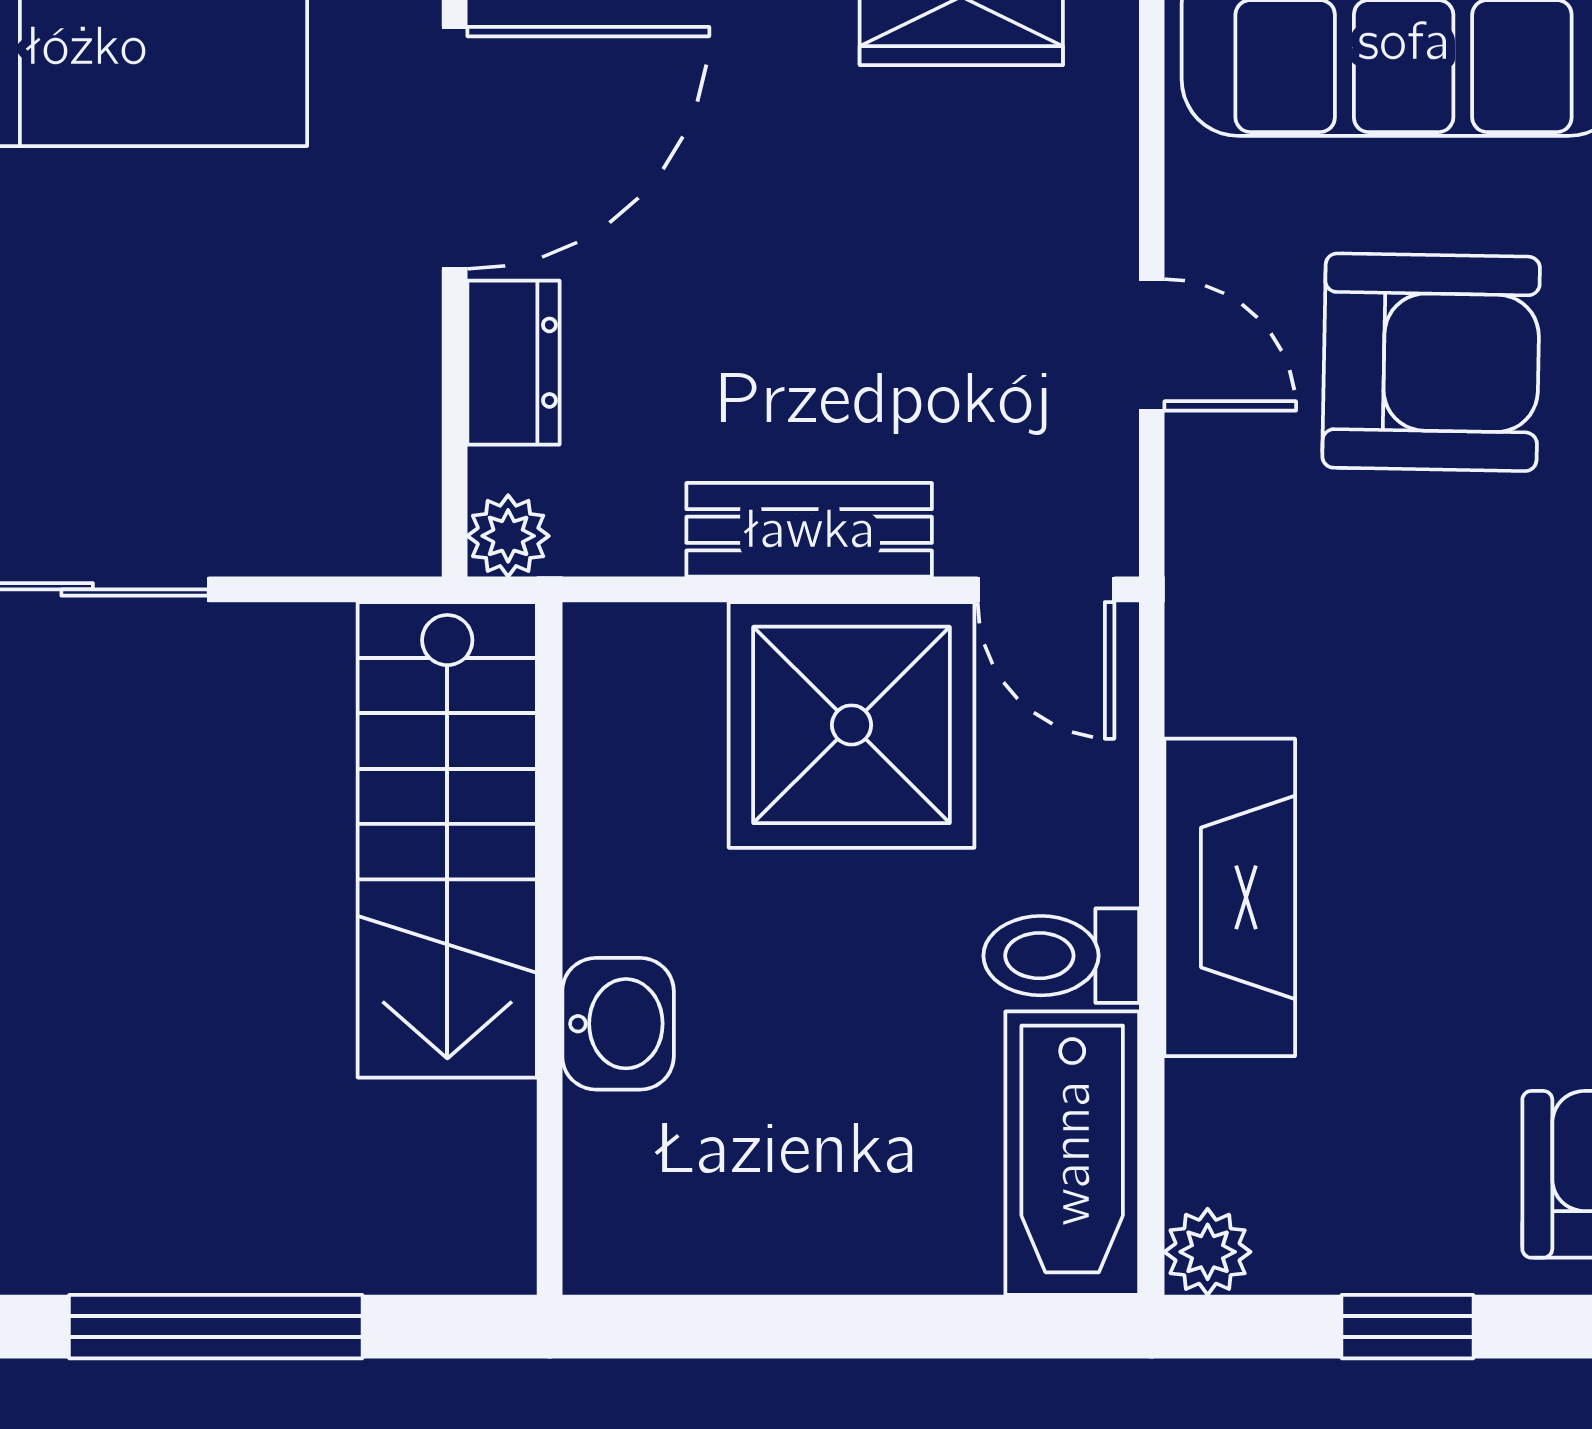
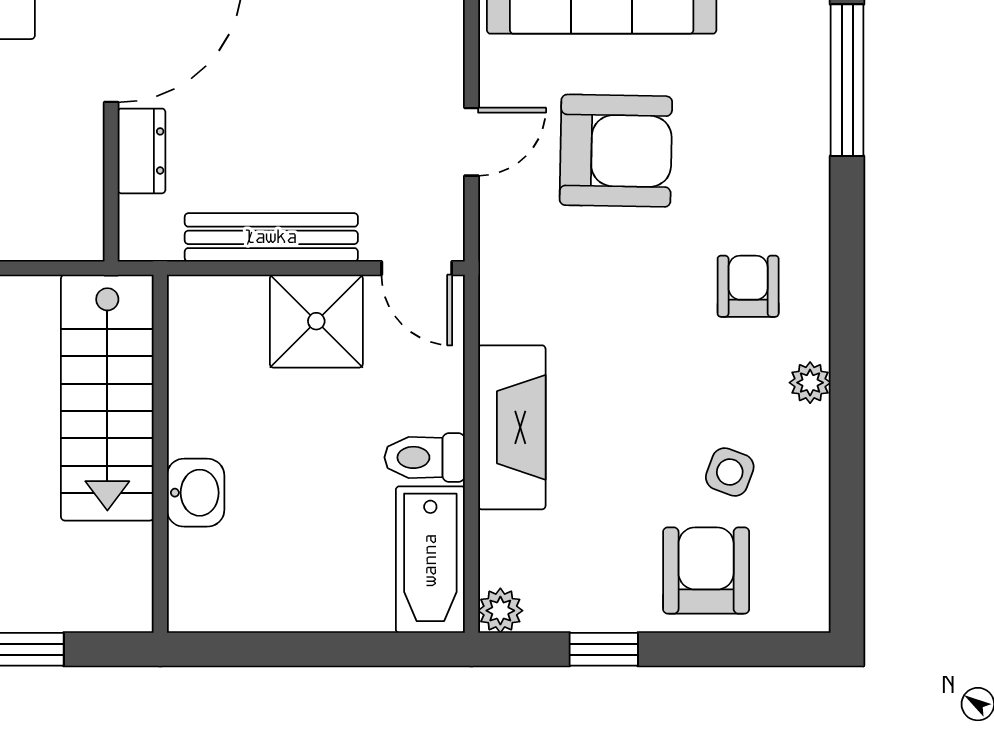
door: (1152, 345) -> (471, 142), hinge flipped
bench: (809, 530) -> (271, 237), width x1.36
plant: (508, 536) -> (139, 240), removed
shower: (852, 725) -> (316, 321), width x0.73, depth x0.73

